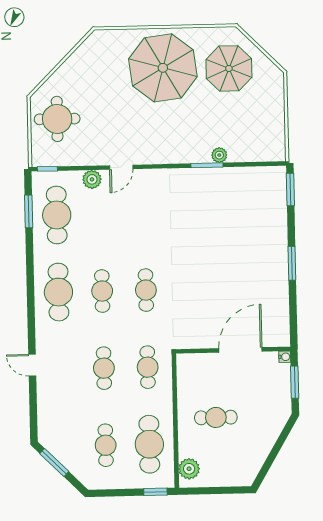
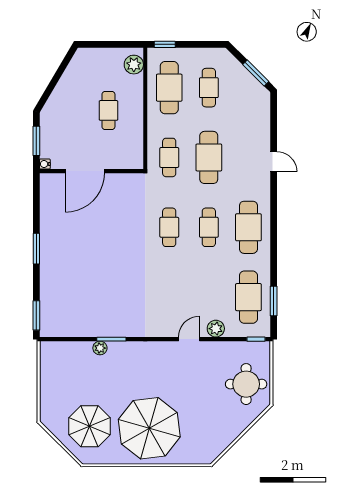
cafe table: (104, 368) -> (209, 157), width x1.37, depth x1.35
cafe table: (216, 417) -> (108, 110), turned 90

